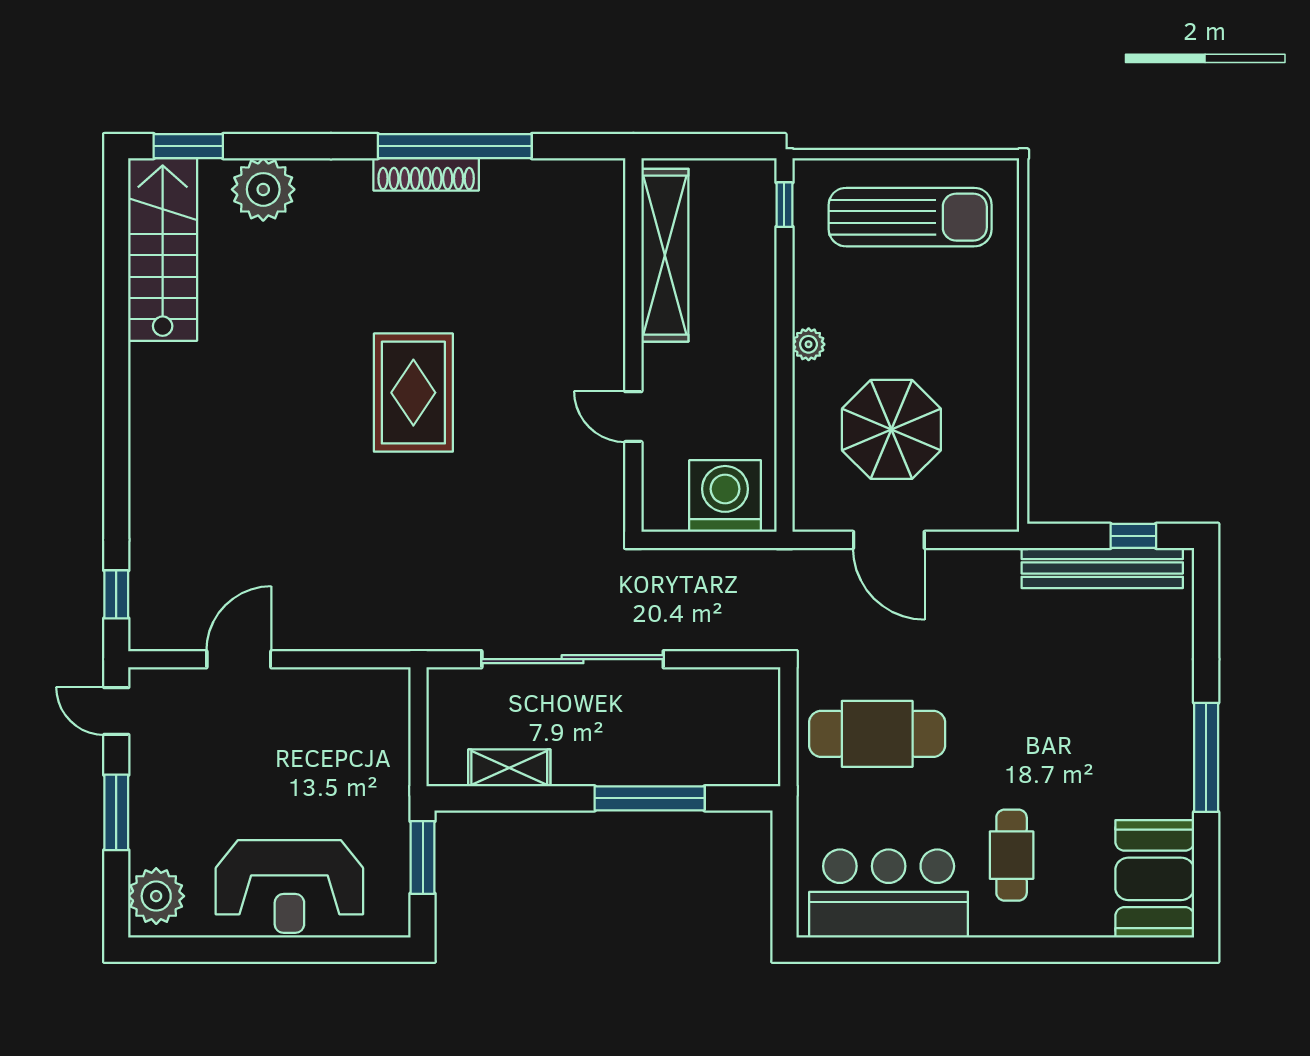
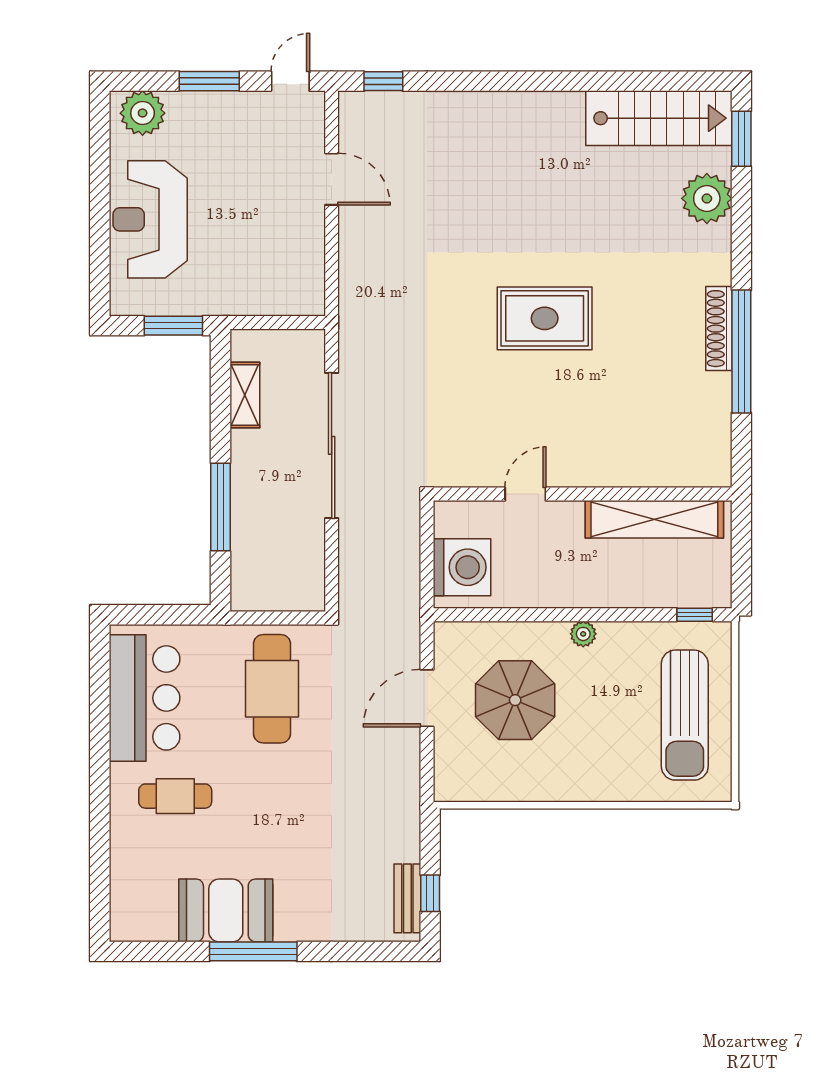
bench: (1102, 568) -> (407, 898), width x0.54, depth x0.82
booth: (1155, 879) -> (226, 910), moved

